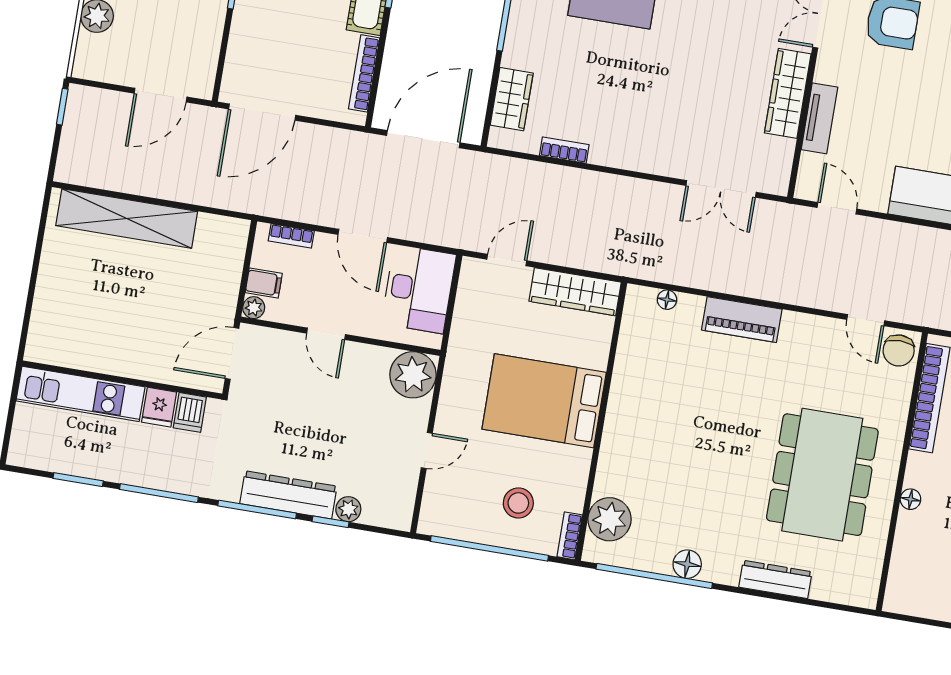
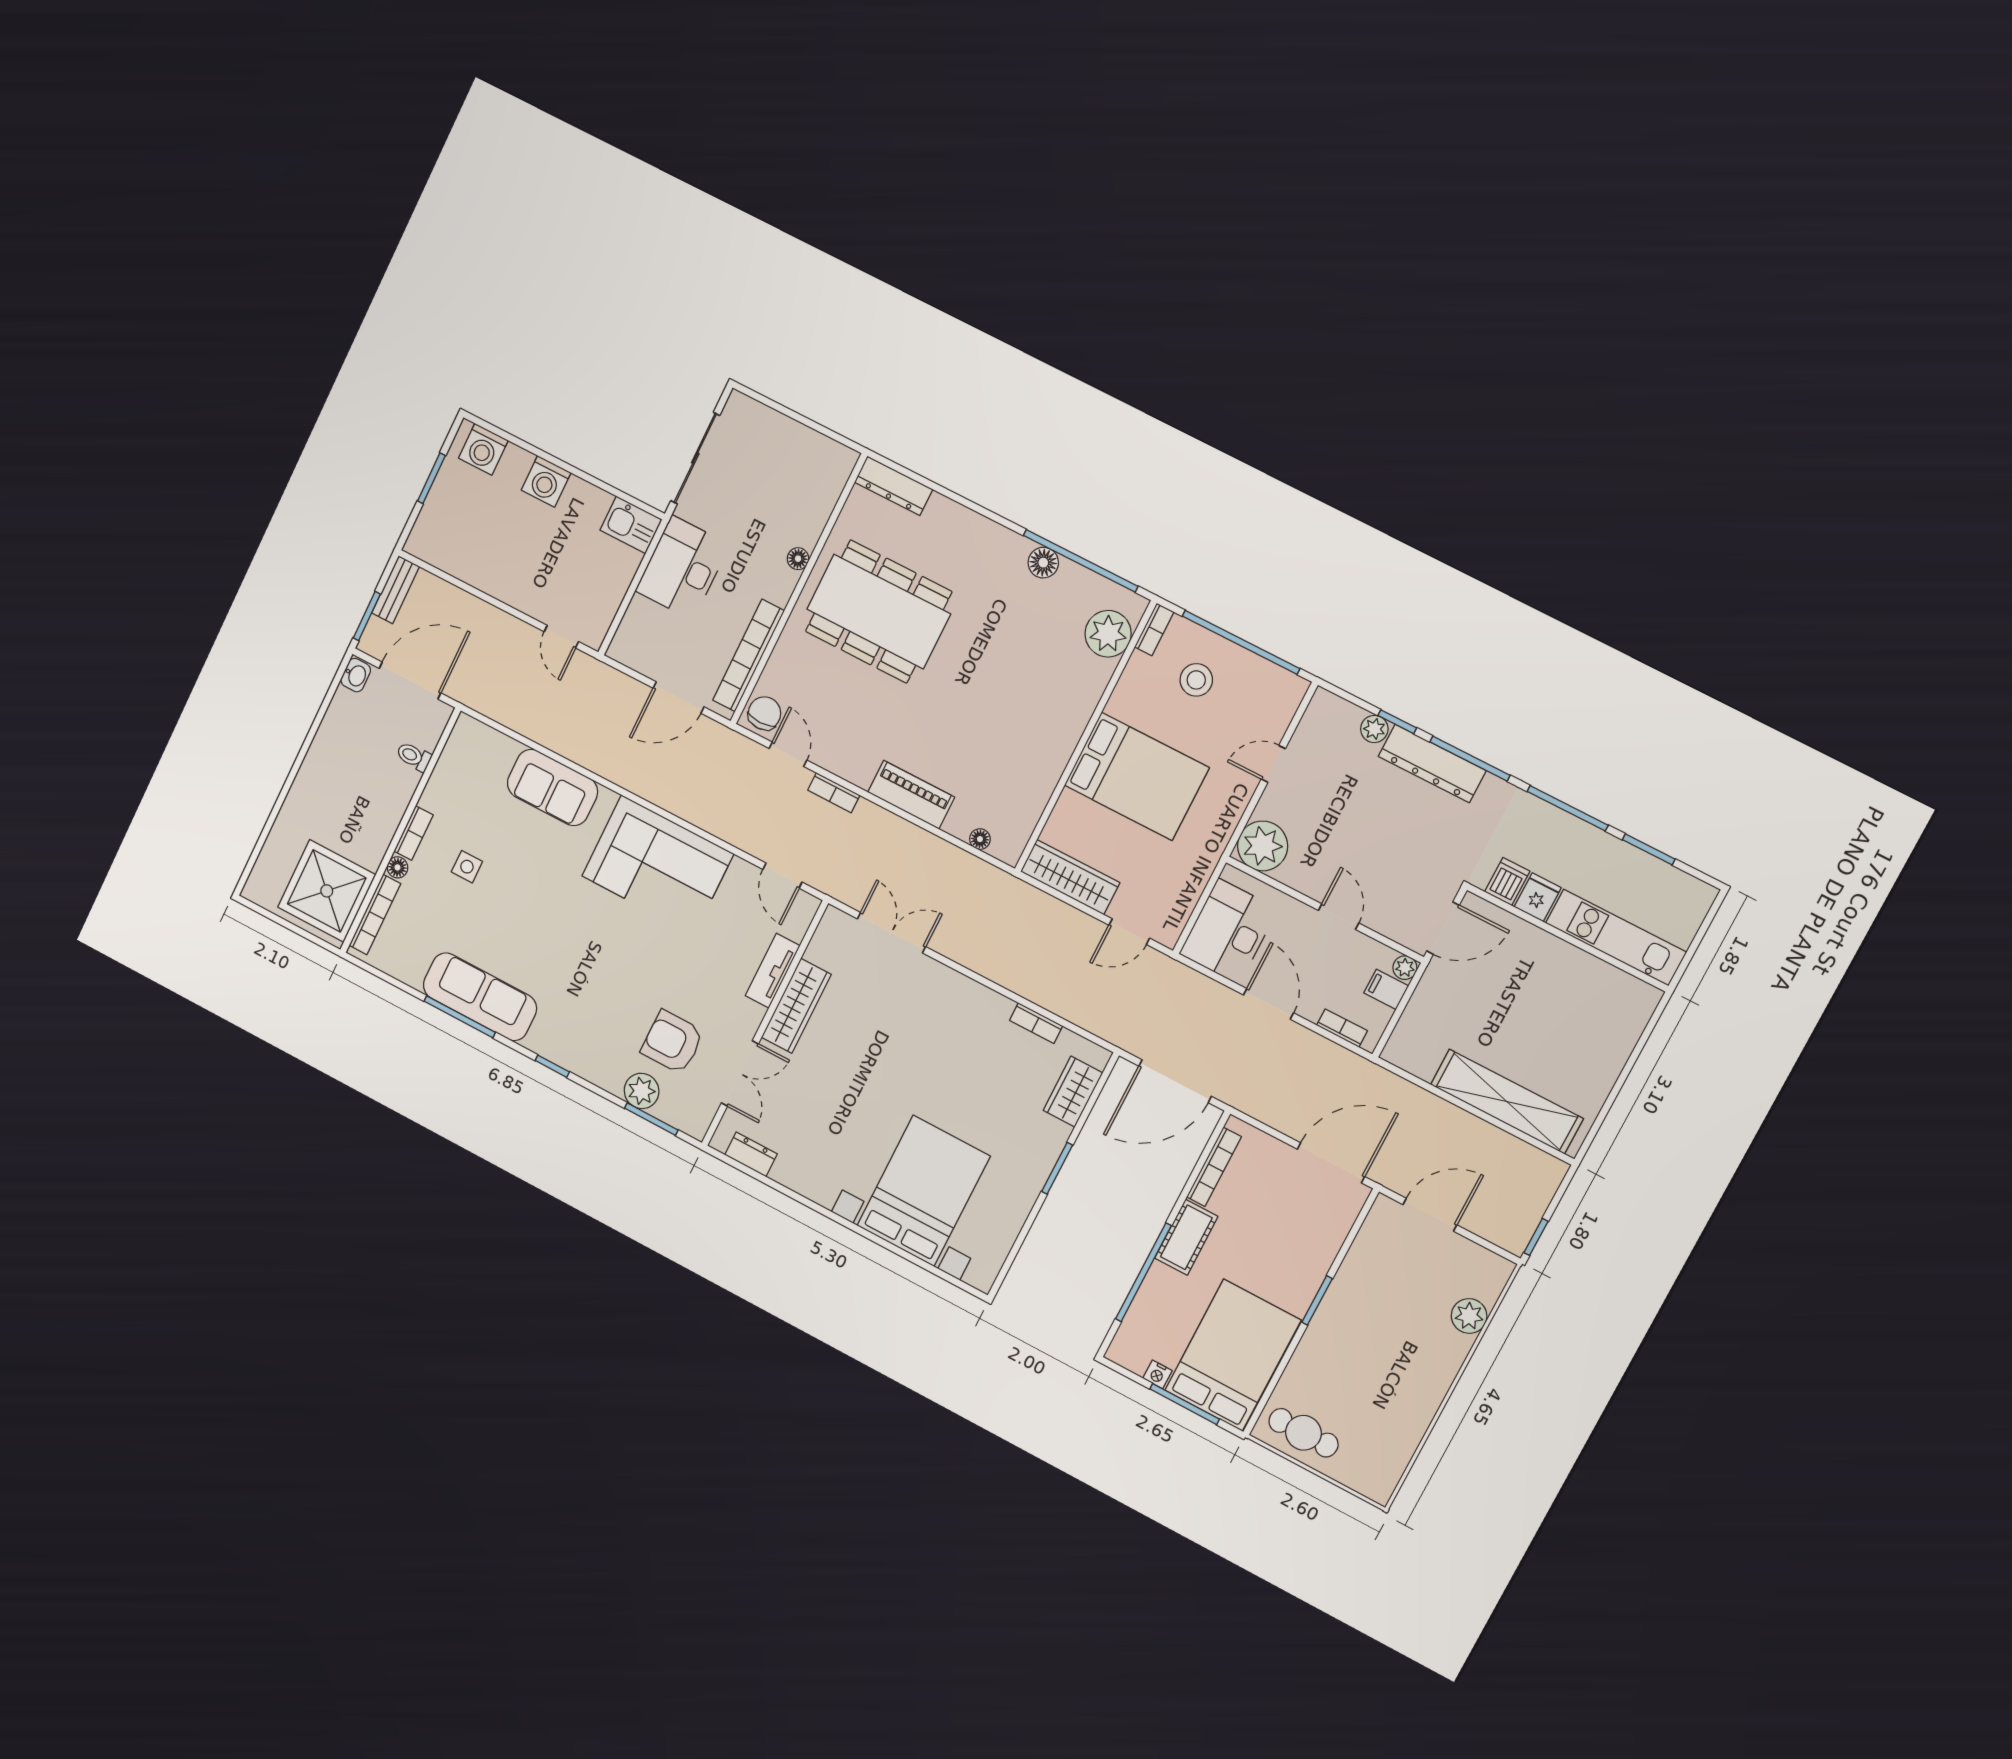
bookcase: (813, 299) -> (834, 793), added
dining table: (822, 475) -> (879, 612), turned 90
dresser: (775, 579) -> (894, 486), moved

